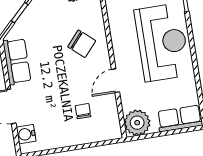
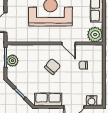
chair: (82, 44) -> (52, 67), moved

